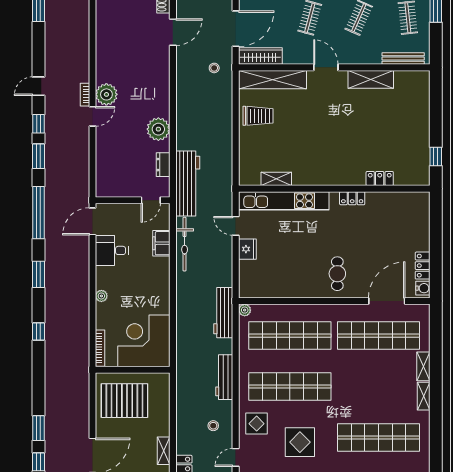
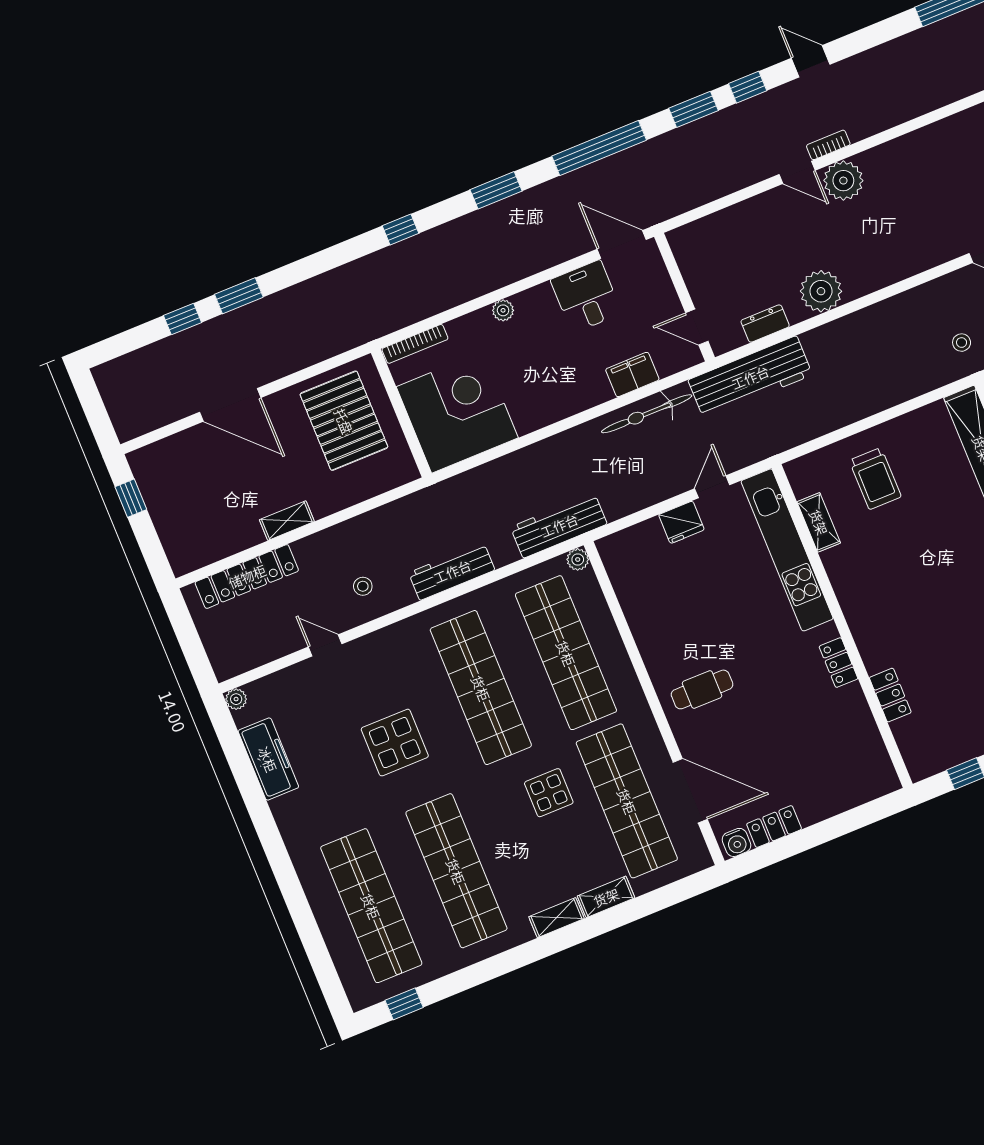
trolley: (258, 116) -> (875, 478), moved
display table: (257, 424) -> (549, 793), moved

